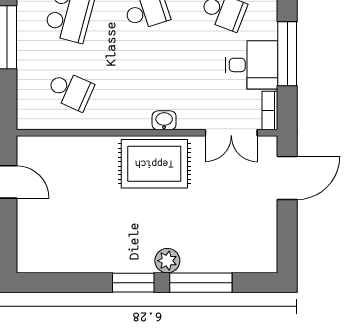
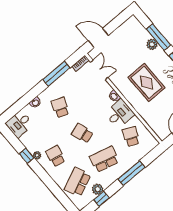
desk: (251, 65) -> (120, 114), moved, turned 90
rug: (154, 164) -> (147, 82), moved
plant: (167, 261) -> (152, 44), moved

